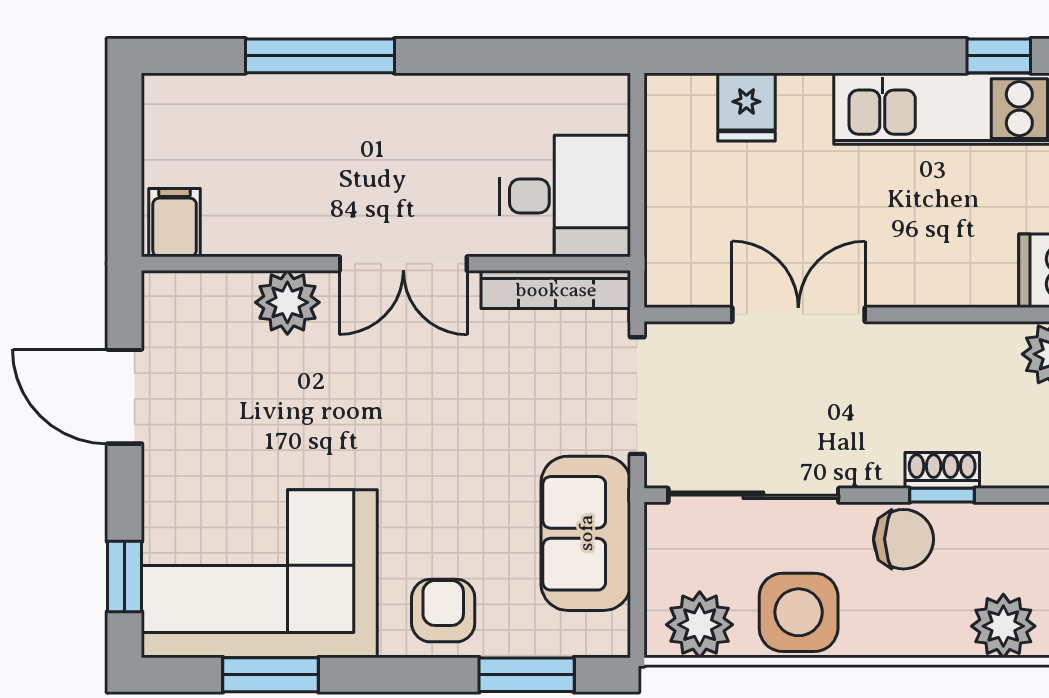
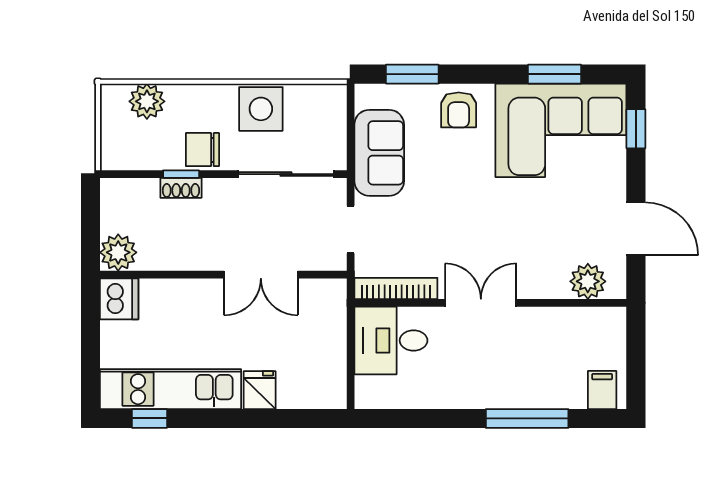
fridge: (746, 107) -> (260, 390), moved
filing cabinet: (175, 223) -> (602, 390), moved, turned 180
plant: (287, 302) -> (588, 281), moved
doorway: (637, 396) -> (351, 229), width x0.73
plant: (700, 625) -> (316, 102), removed

